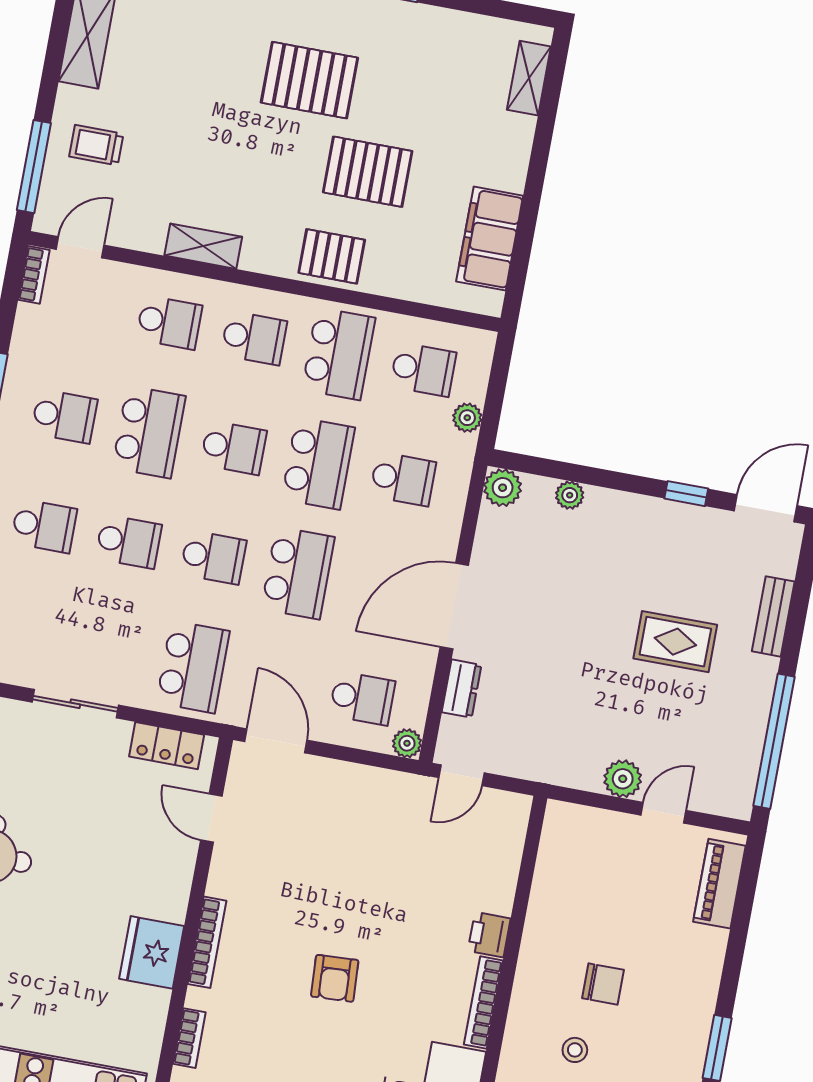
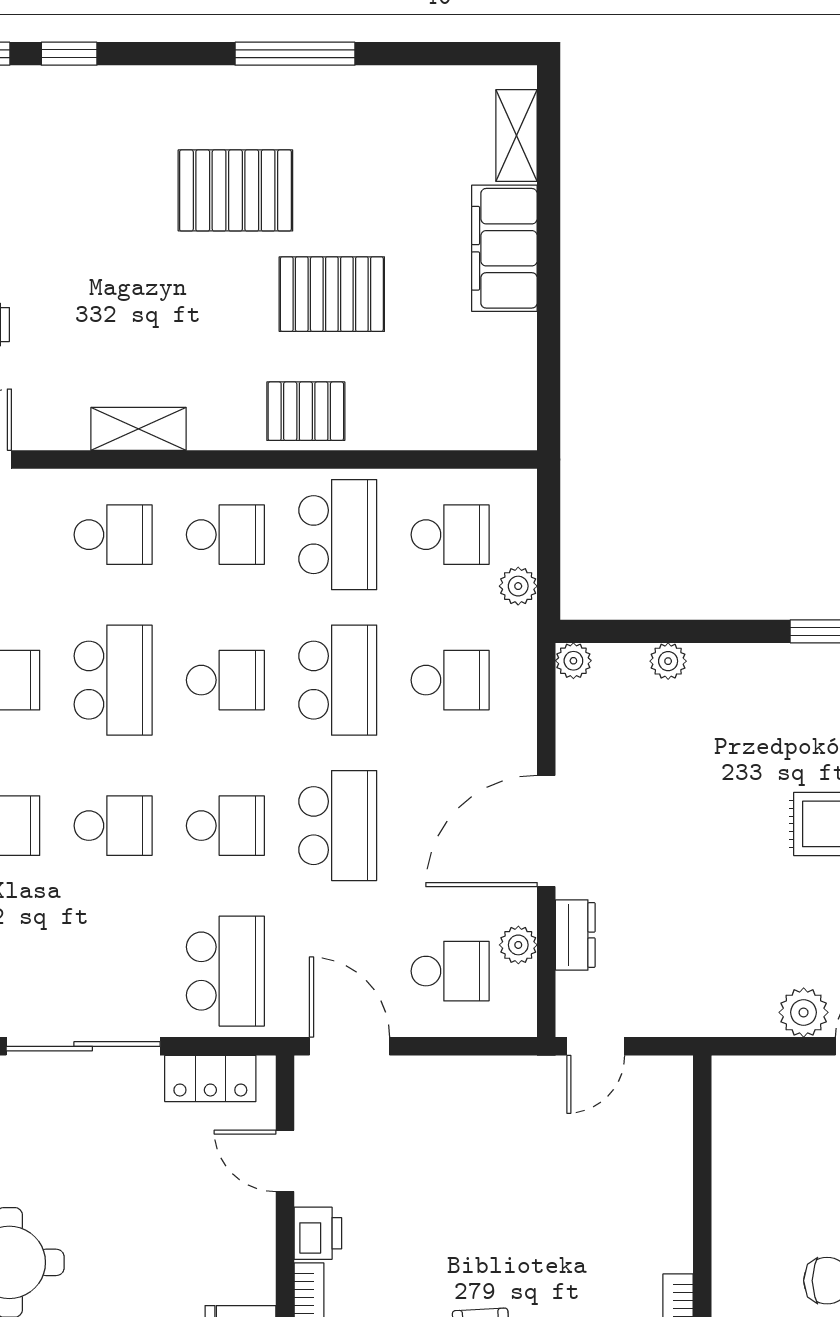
filing cabinet: (490, 239) -> (504, 248), moved
plant: (503, 488) -> (573, 661), width x0.73, depth x0.73
sliding door: (75, 704) -> (83, 1046), width x1.37
plant: (407, 743) -> (518, 945), moved
printer: (489, 935) -> (318, 1233), moved, turned 180

